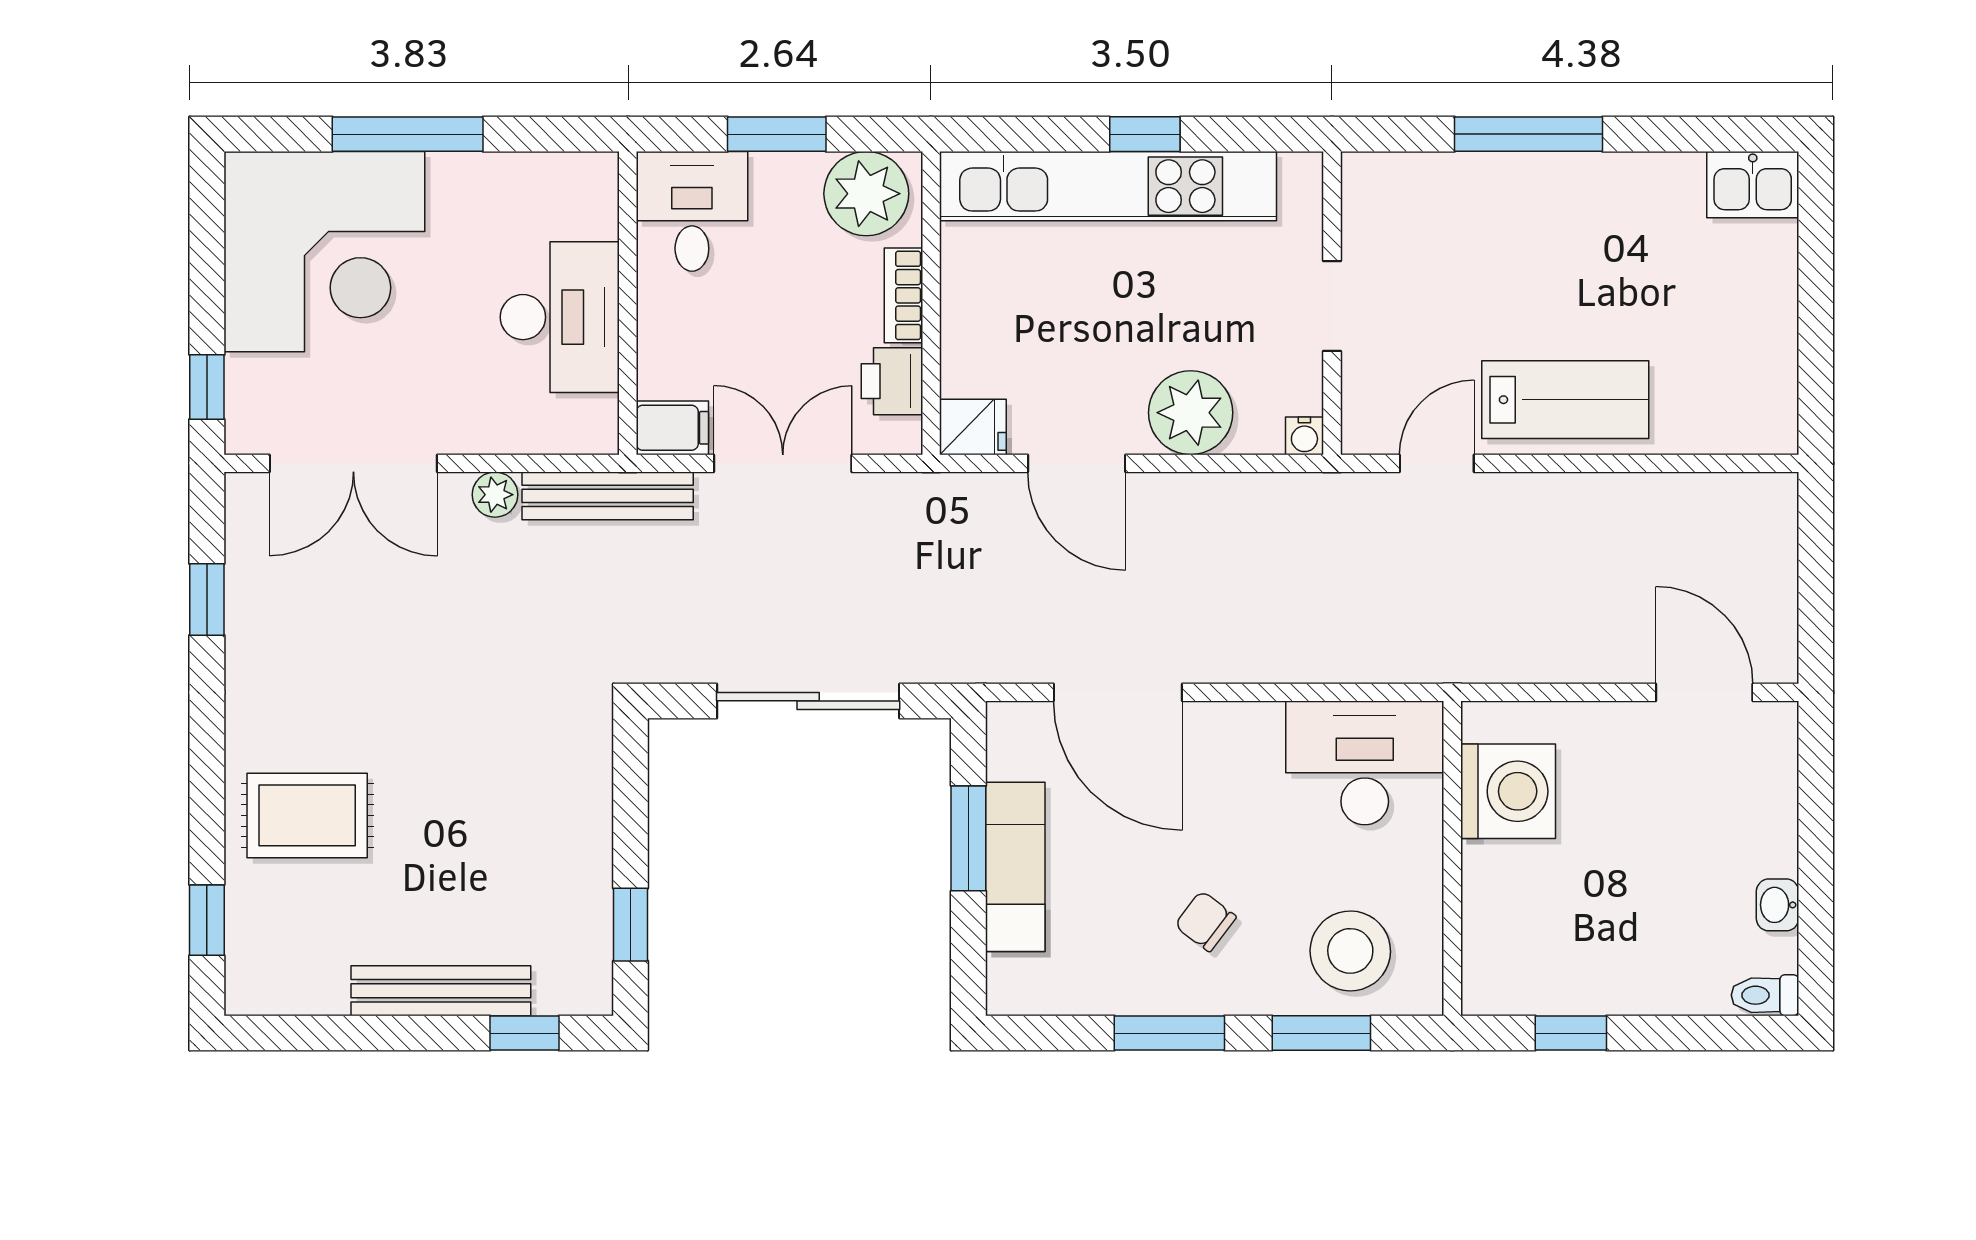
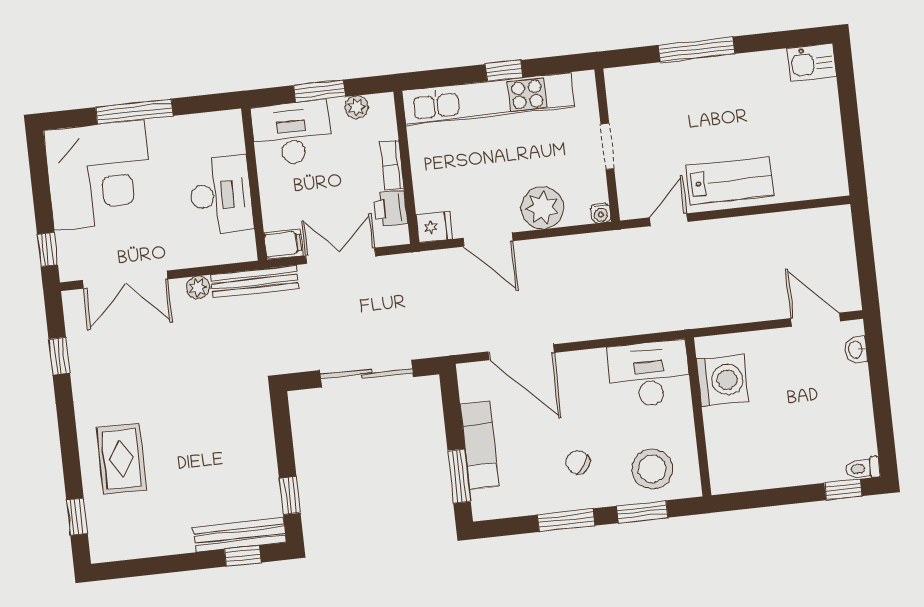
plant: (866, 194) -> (357, 107), width x0.53, depth x0.53
desk: (692, 211) -> (291, 133), width x1.37
rug: (307, 815) -> (122, 459), turned 90
window: (968, 838) -> (459, 476), moved
washbasin: (1777, 905) -> (856, 350), moved
bench: (441, 991) -> (240, 535), moved
window: (1571, 1033) -> (843, 490), moved

